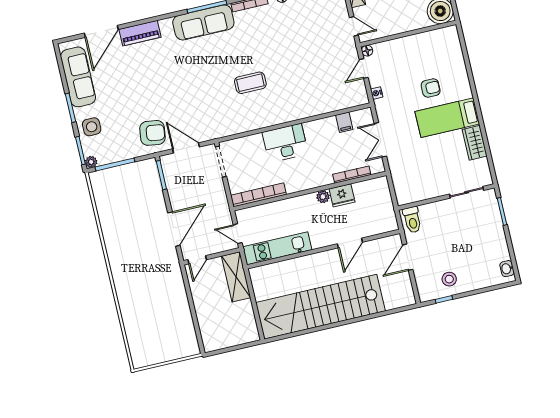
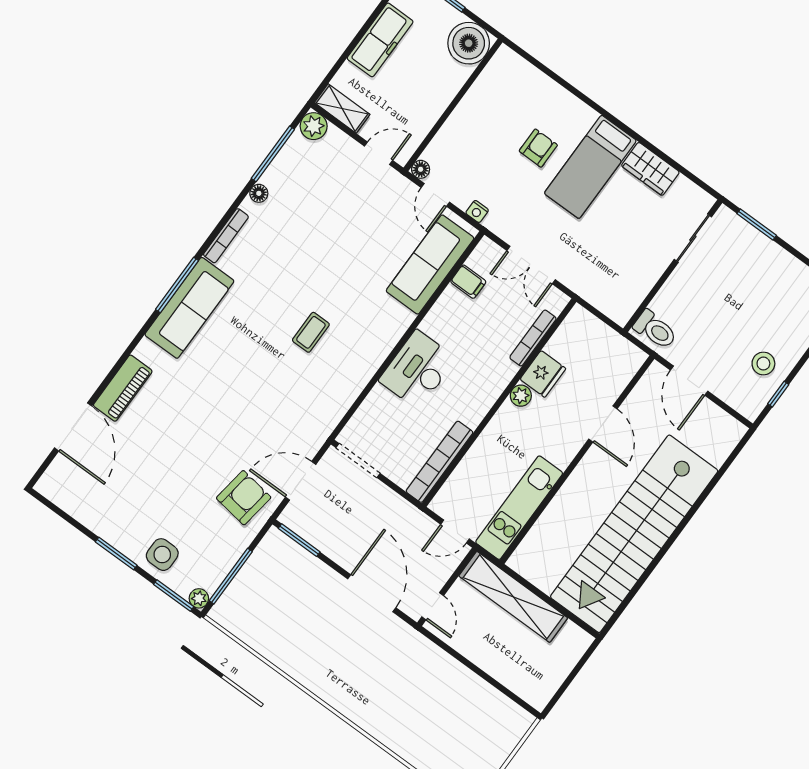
sofa: (78, 77) -> (430, 265), moved, turned -90
coffee table: (250, 83) -> (311, 332), width x0.73, depth x0.77
shelving: (236, 277) -> (513, 597), width x1.47

